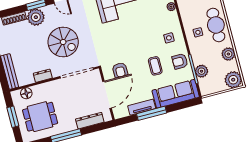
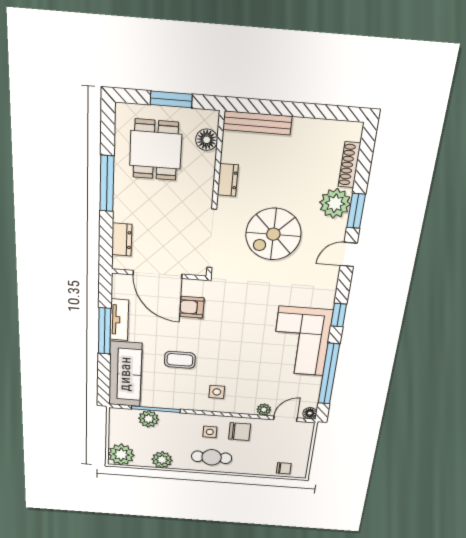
chair: (191, 15) -> (240, 432), added
cafe table: (216, 25) -> (212, 457), width x0.73, depth x0.74
armchair: (180, 61) -> (174, 395), removed
dresser: (90, 121) -> (122, 240), width x0.70

